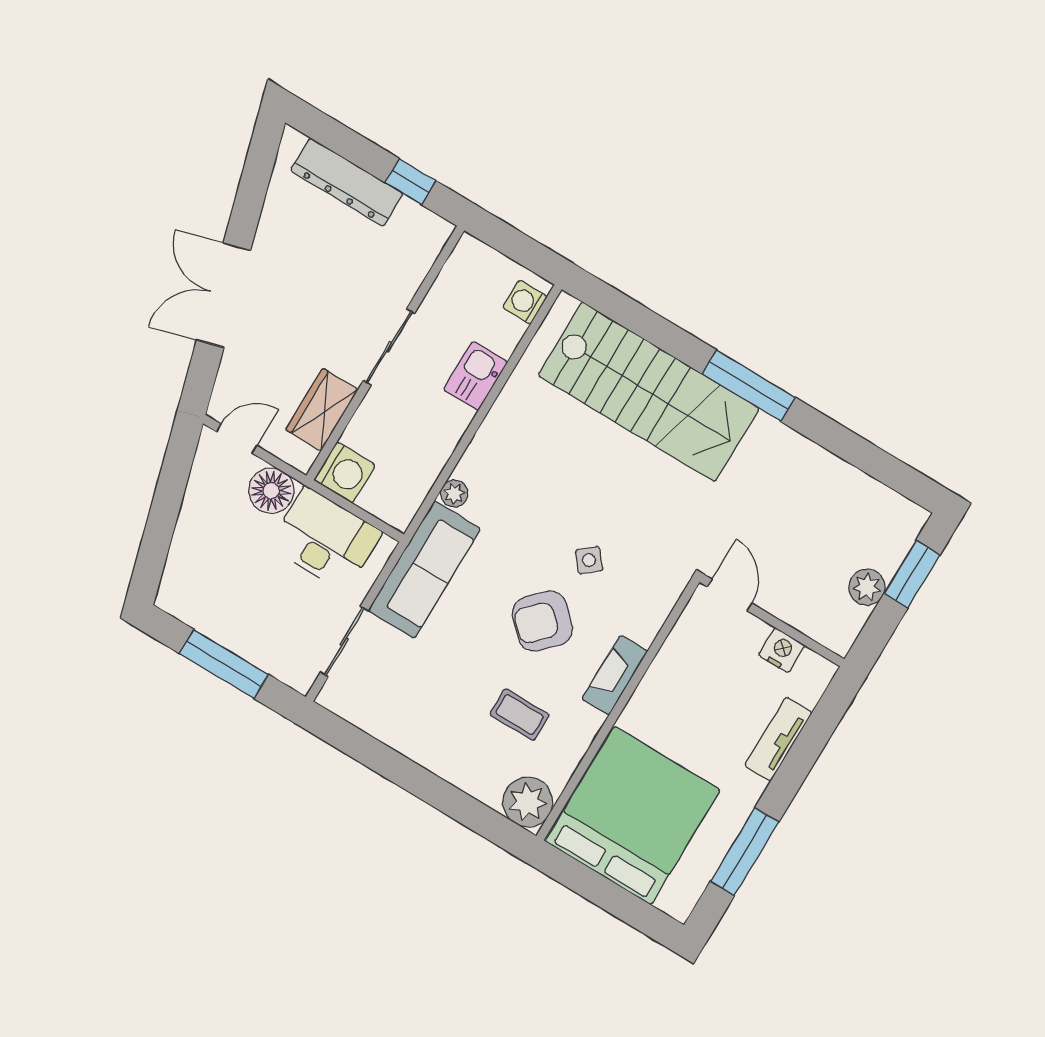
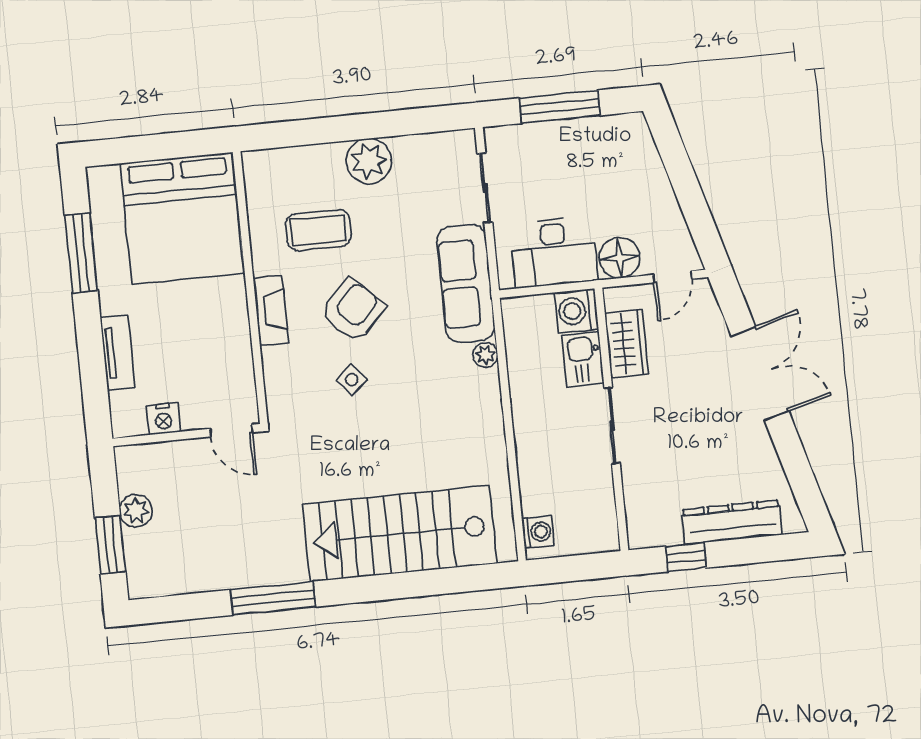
kitchen sink: (475, 376) -> (583, 359), moved, turned 180
window: (749, 386) -> (273, 598), moved
coffee table: (519, 715) -> (318, 230), width x1.36, depth x1.30
plant: (528, 802) -> (369, 161), moved

